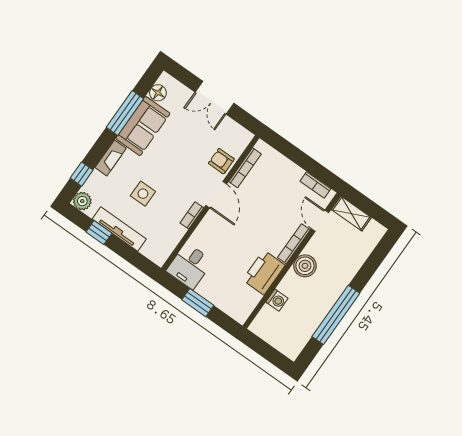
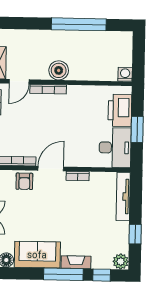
window: (125, 113) -> (63, 274), moved
side table: (143, 194) -> (86, 222), removed
tv unit: (119, 229) -> (123, 196), moved
desk: (190, 266) -> (115, 148), width x1.37
printer: (264, 272) -> (120, 110), moved, turned 90
washing machine: (277, 300) -> (125, 74), moved

